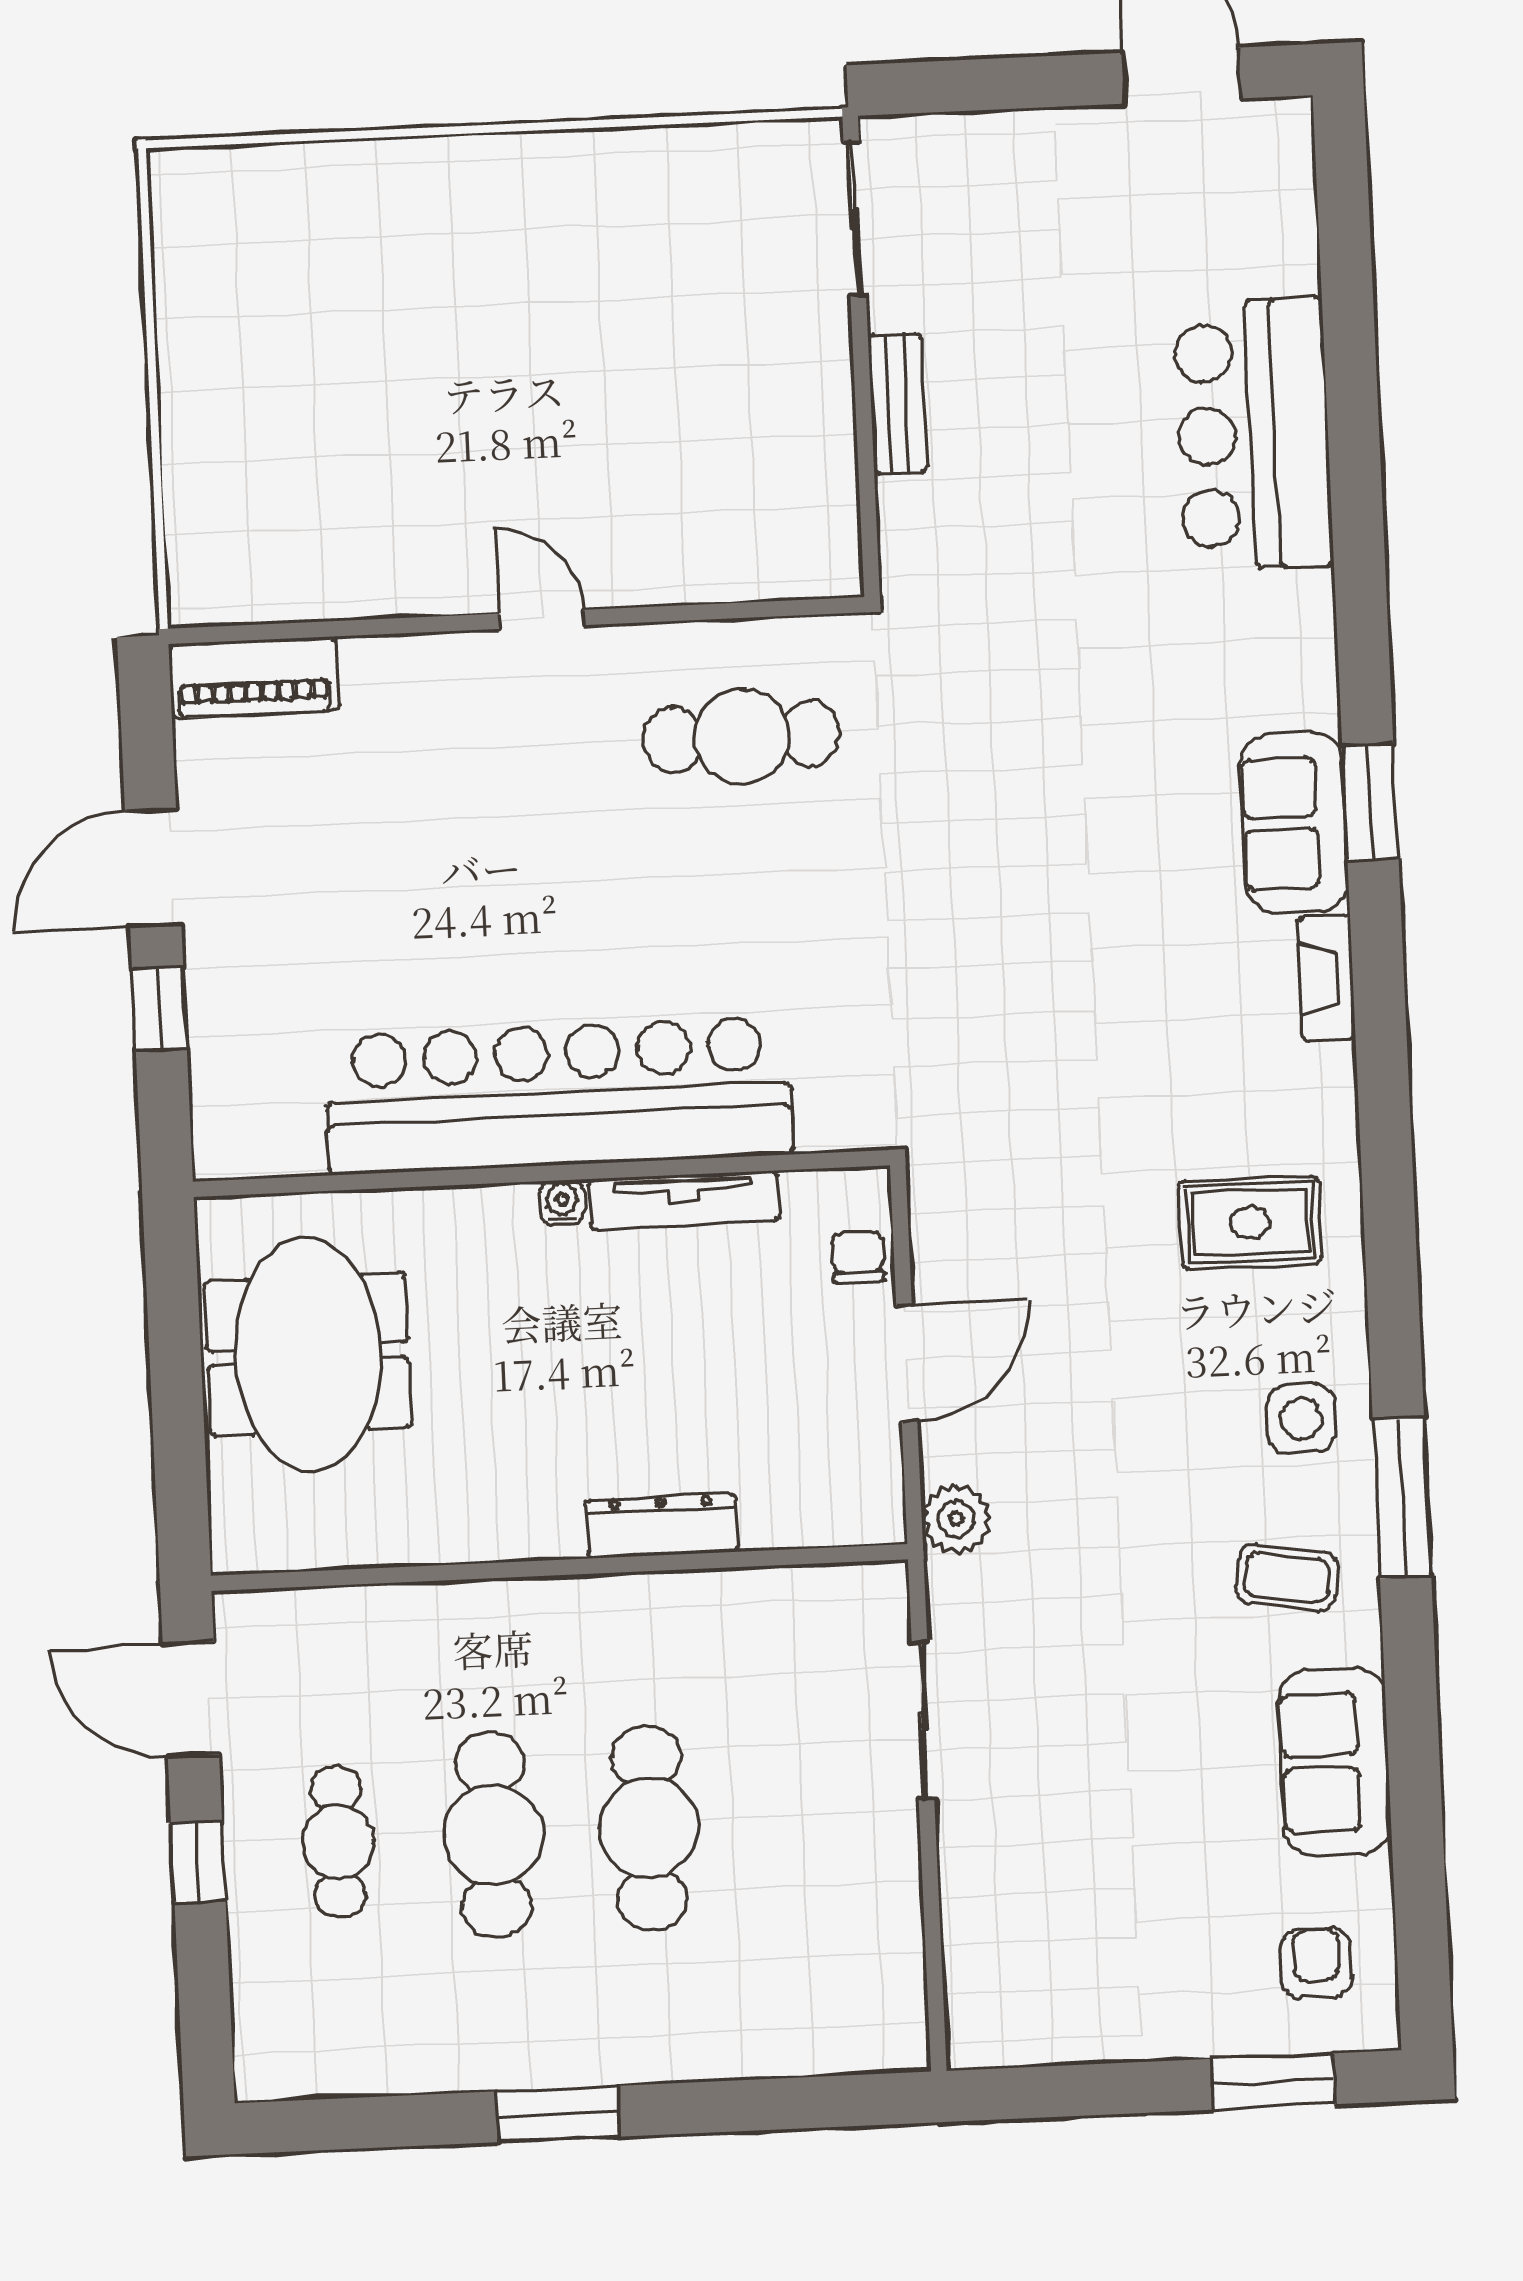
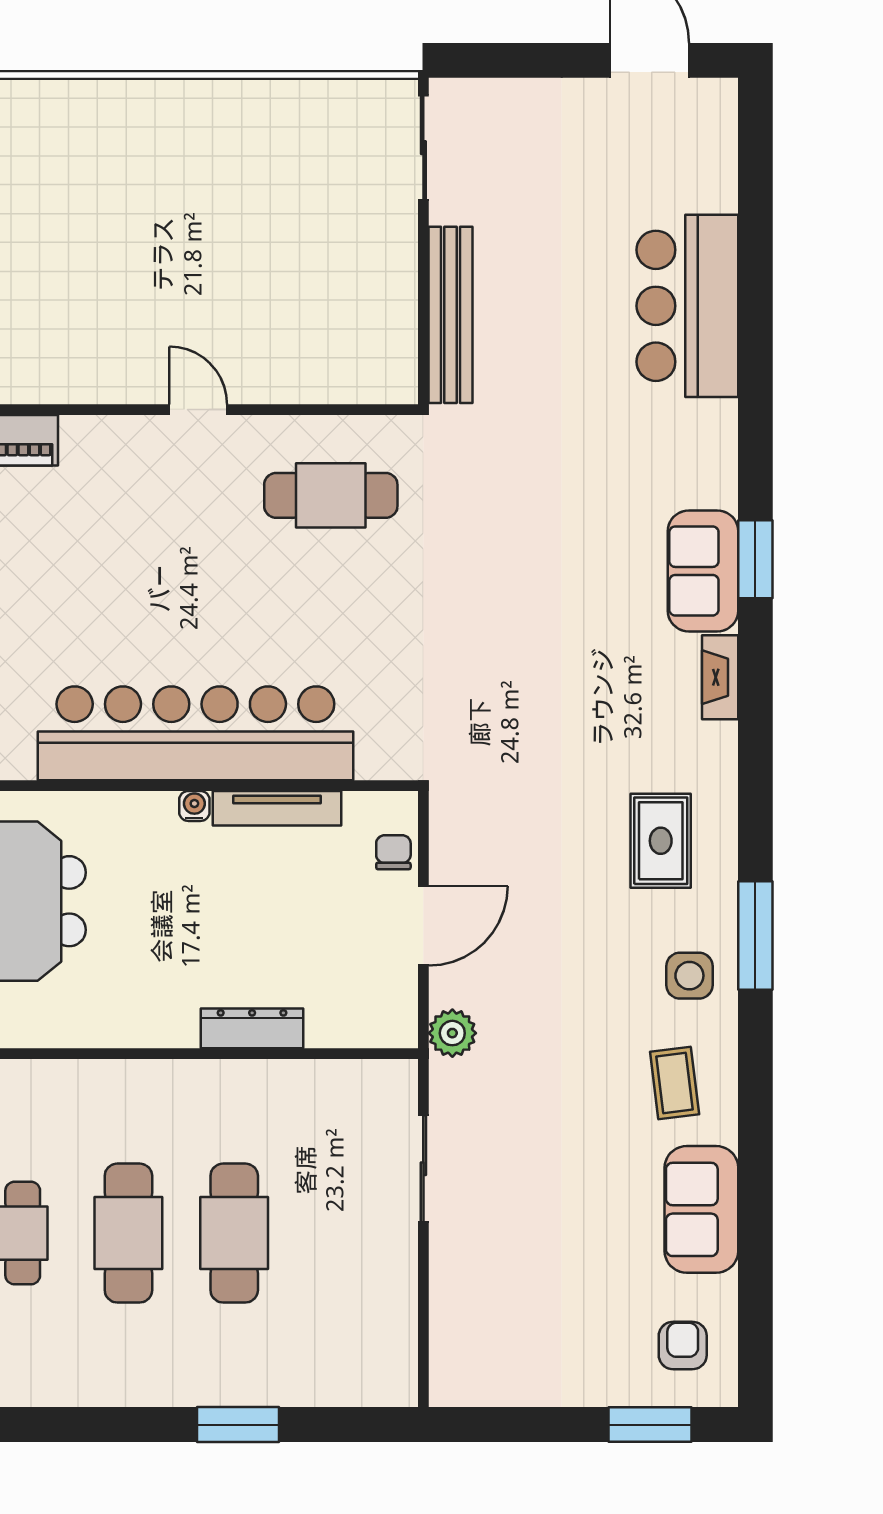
bench: (897, 403) -> (451, 315), width x1.86, depth x1.21
rug: (1250, 1222) -> (661, 841), turned 90
window: (1402, 1498) -> (755, 936), moved
coffee table: (1287, 1578) -> (675, 1083), turned 74
window: (558, 2114) -> (238, 1425), moved

